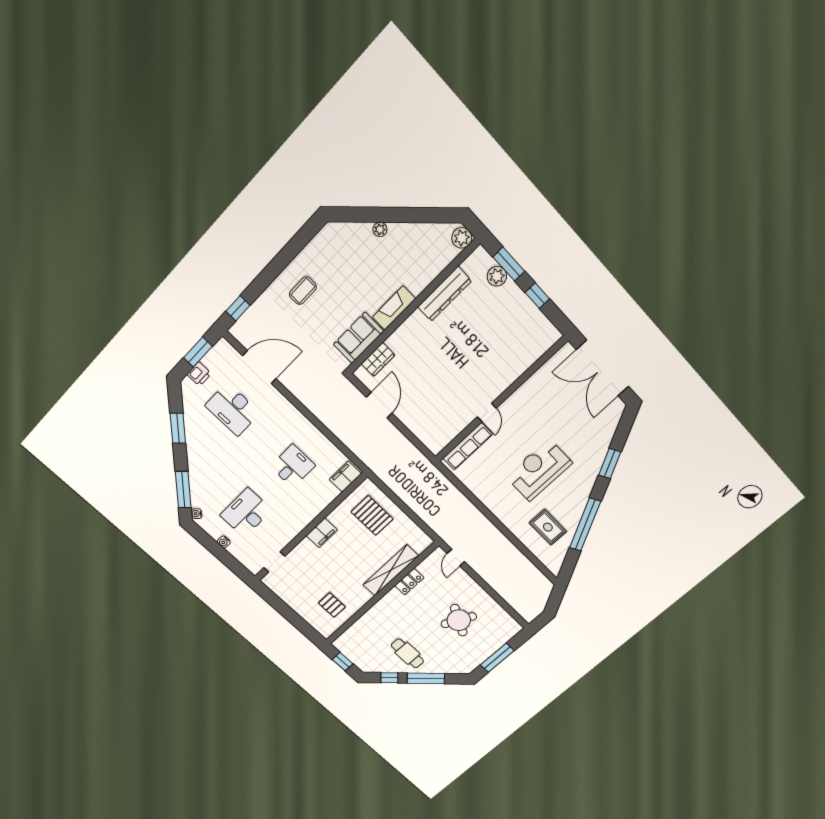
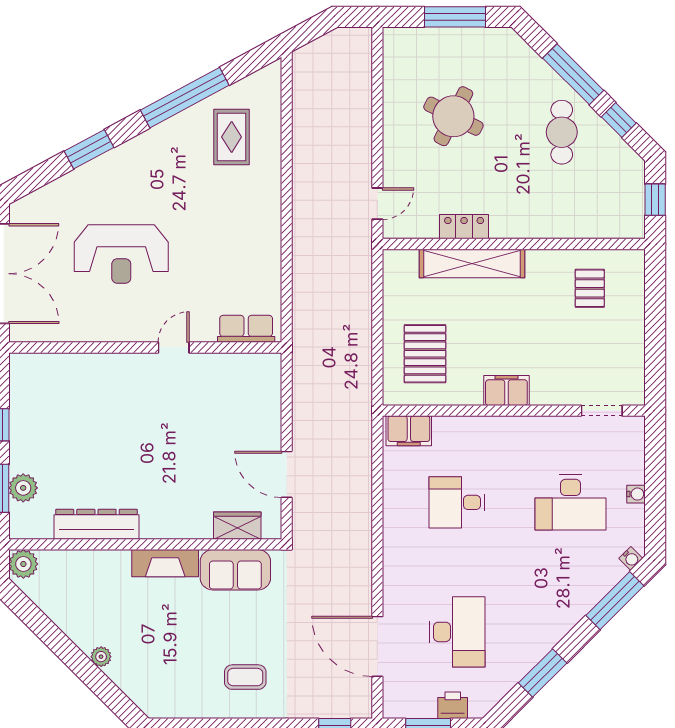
door: (379, 405) -> (287, 474), hinge flipped
row of seats: (468, 446) -> (246, 329), width x0.68
reception desk: (539, 470) -> (121, 254), moved

